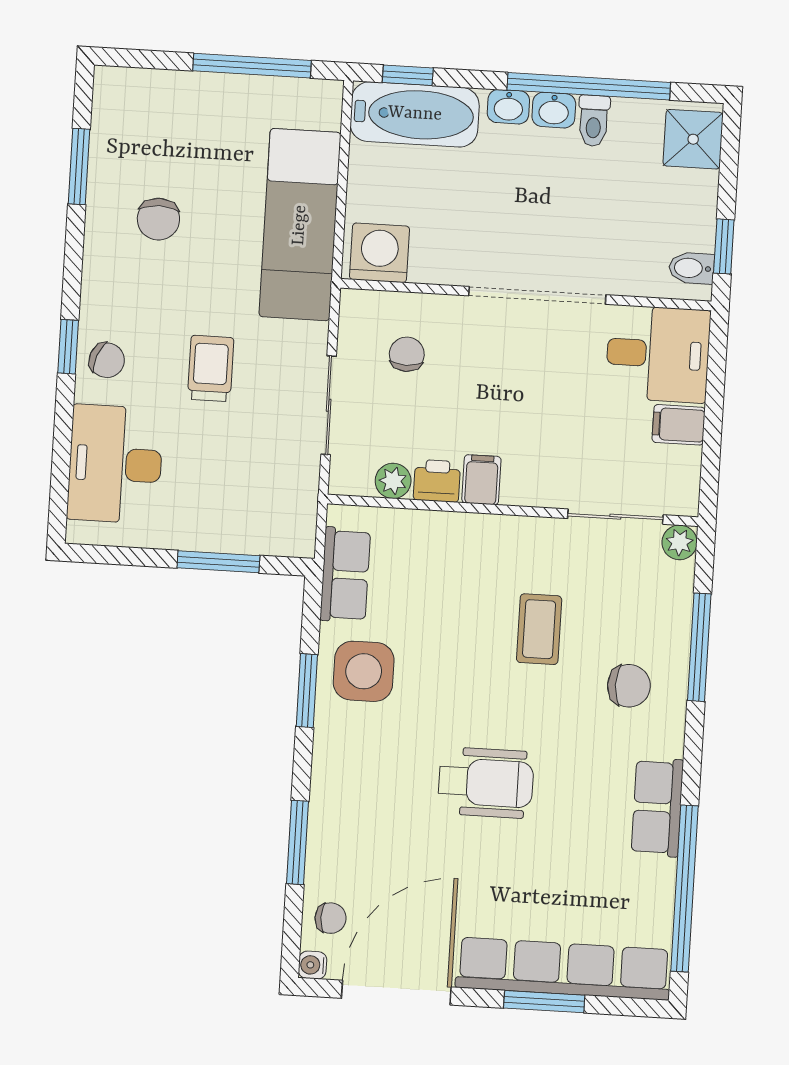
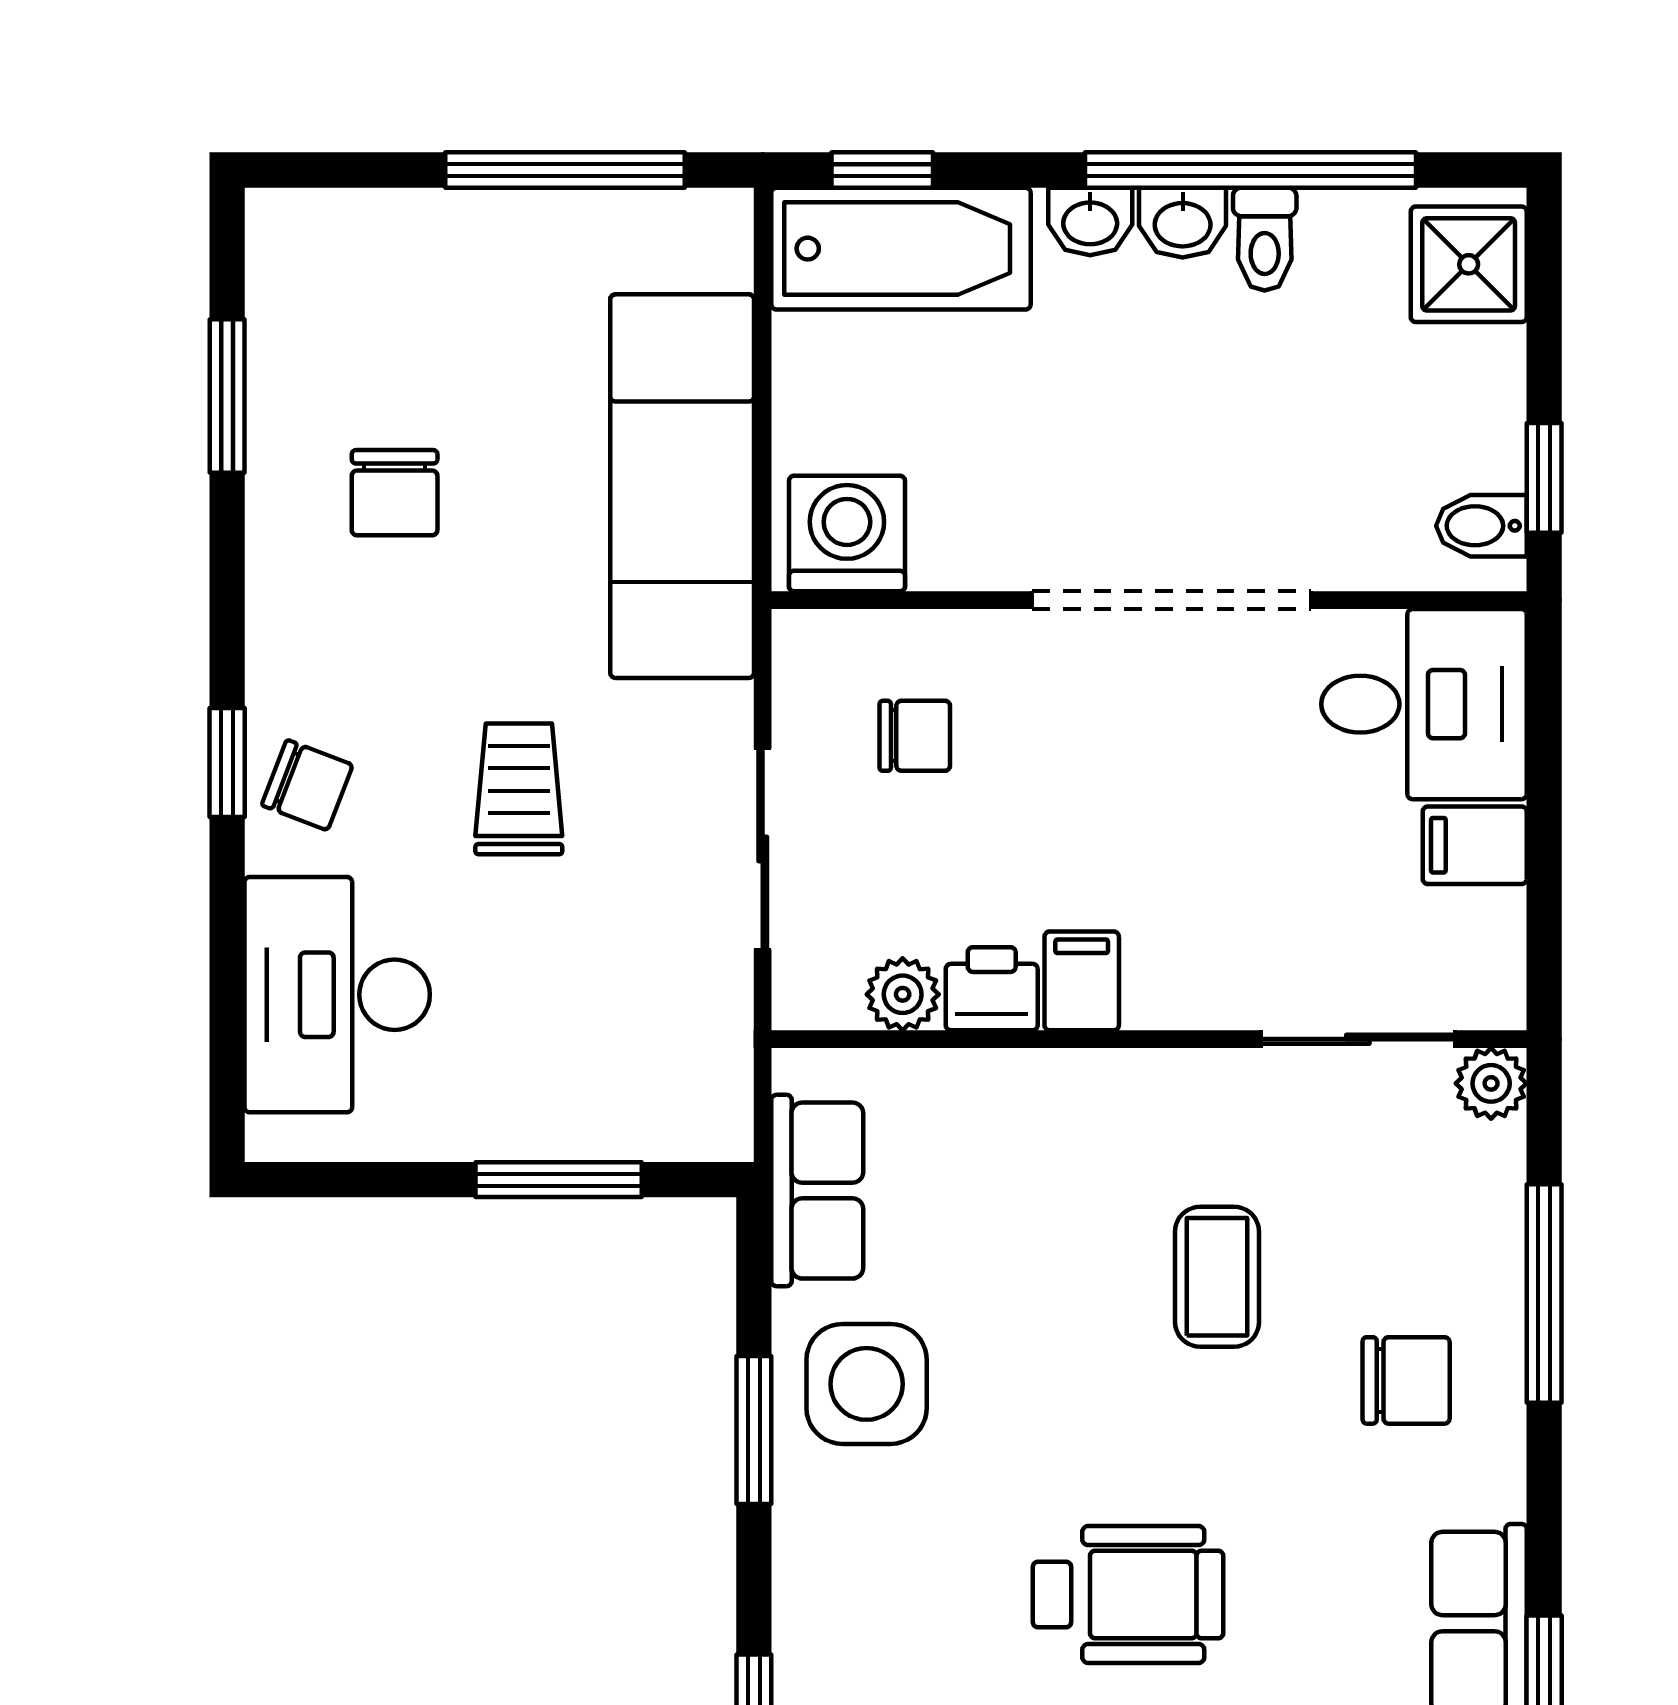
chair: (407, 354) -> (915, 736), turned 90

